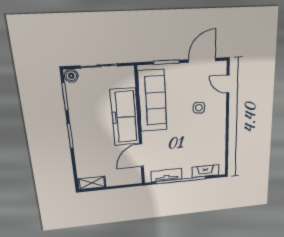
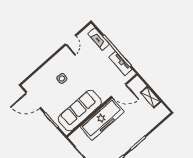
door: (228, 84) -> (70, 40), moved
shelving: (92, 183) -> (151, 97), moved

